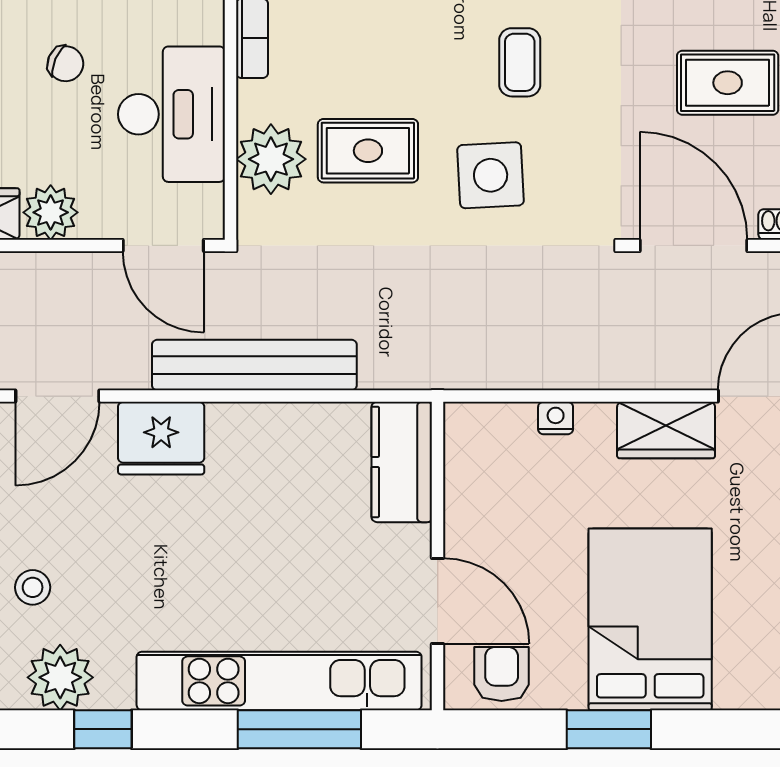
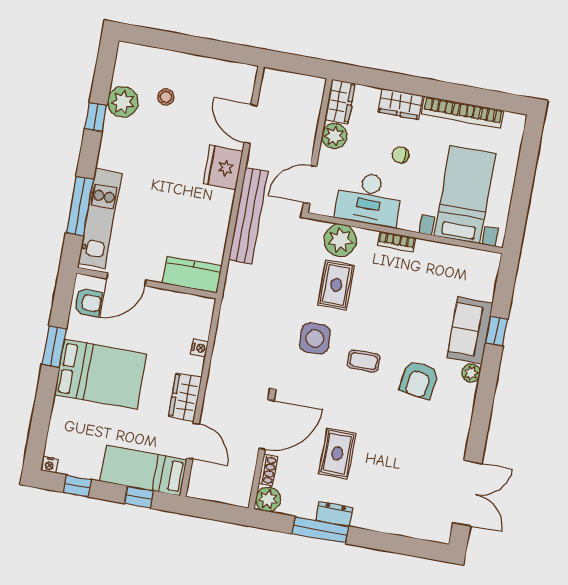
chair: (65, 64) -> (401, 155), turned 67
kitchen unit: (279, 681) -> (100, 218), width x0.73

